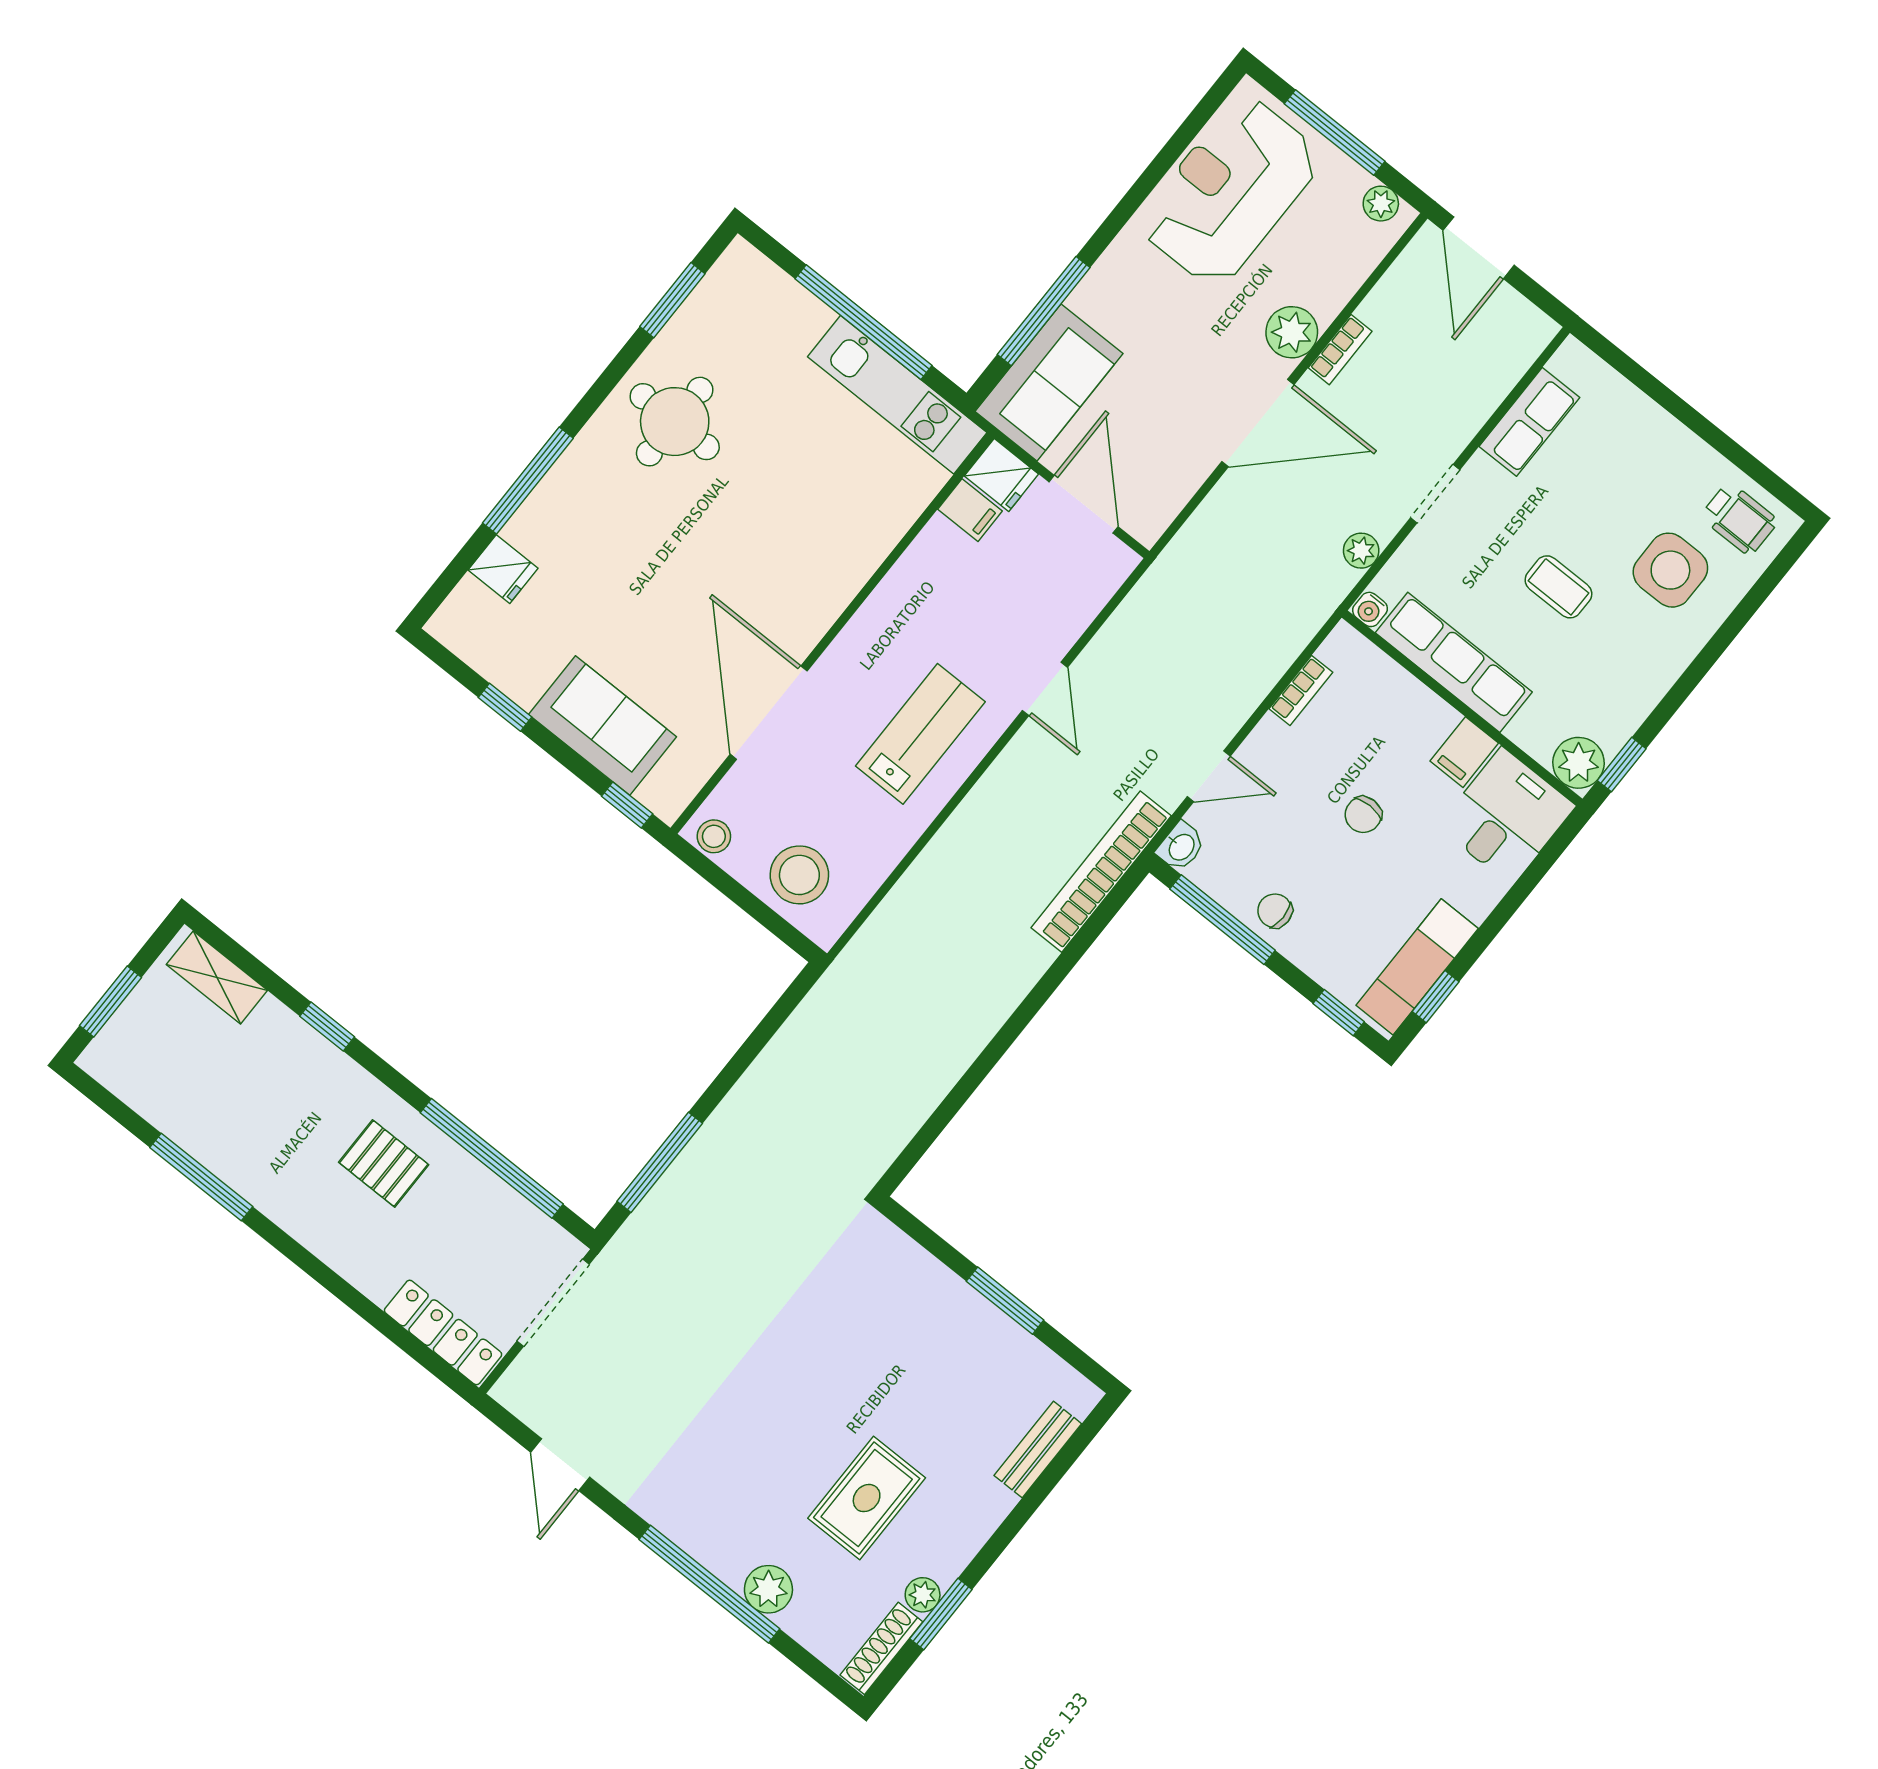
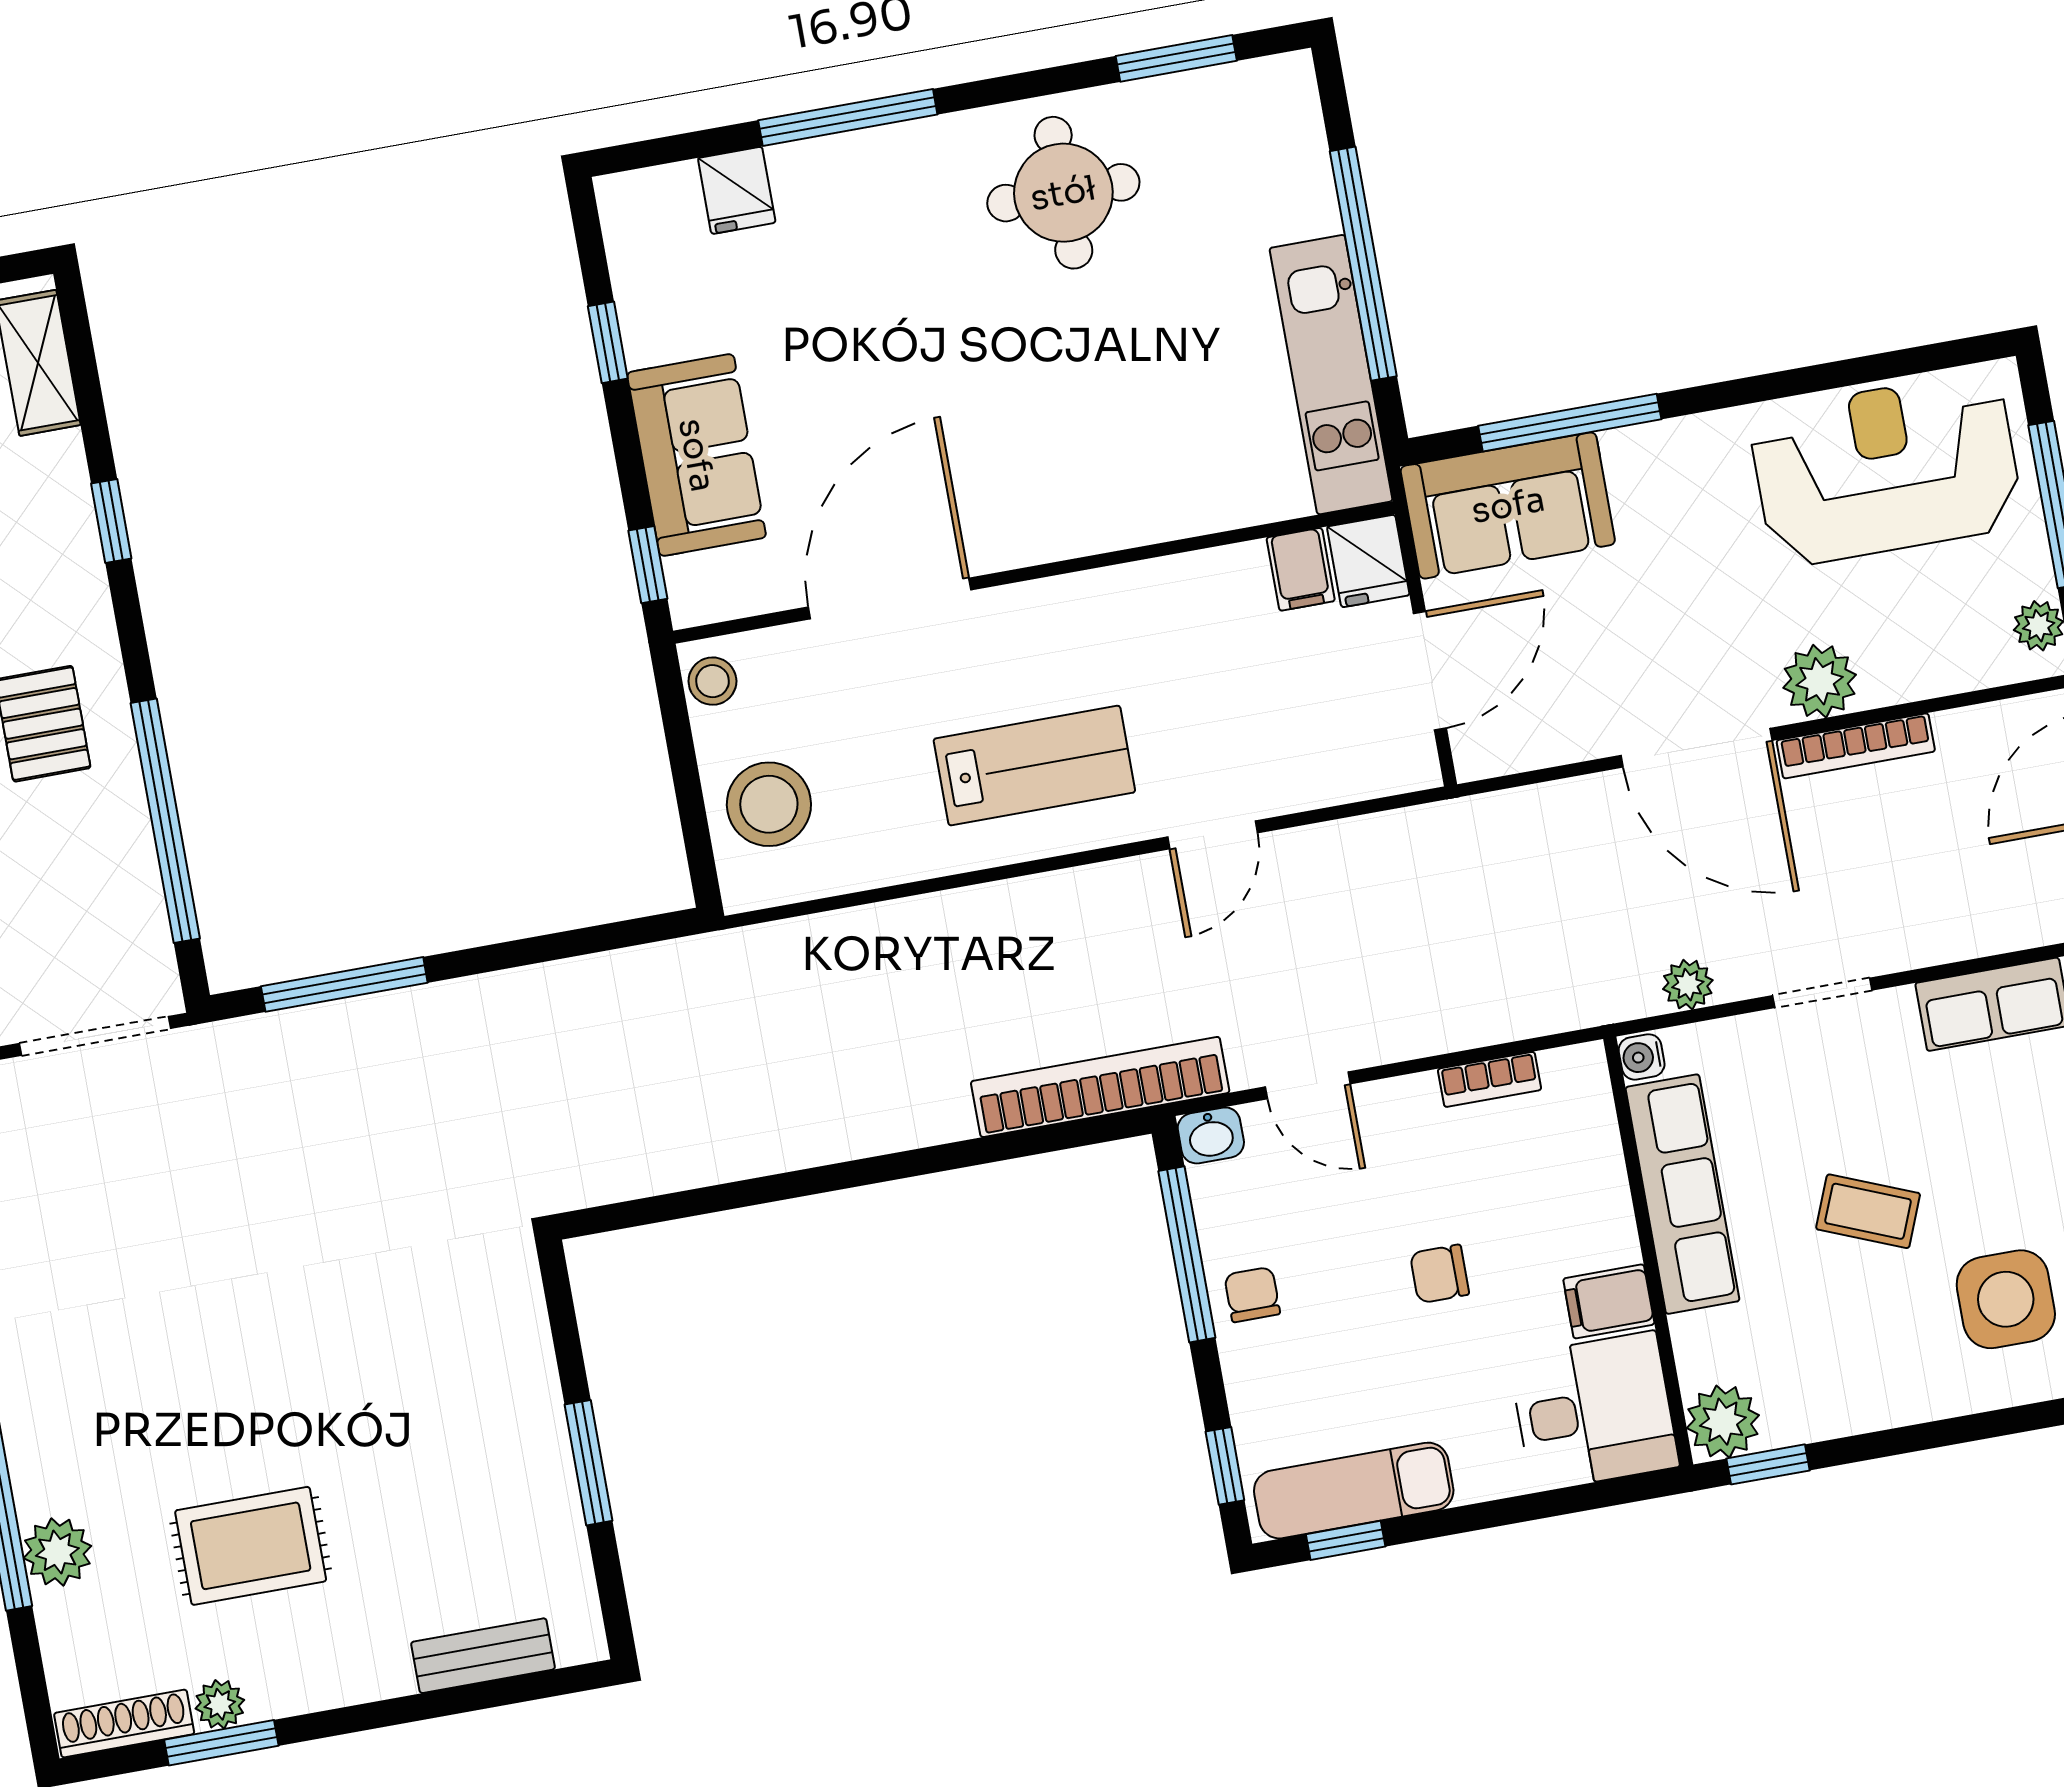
bookcase: (1340, 350) -> (1856, 746), width x1.56
coffee table: (1558, 587) -> (1868, 1211), turned -68

